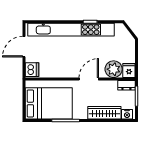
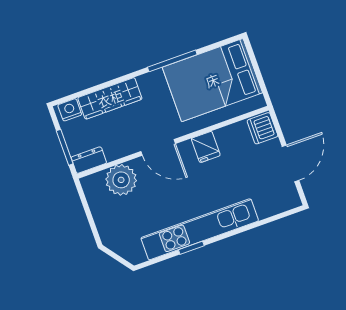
kitchen unit: (71, 30) -> (200, 229), width x0.73
fridge: (129, 70) -> (206, 147), moved
door: (89, 79) -> (158, 147), hinge flipped

